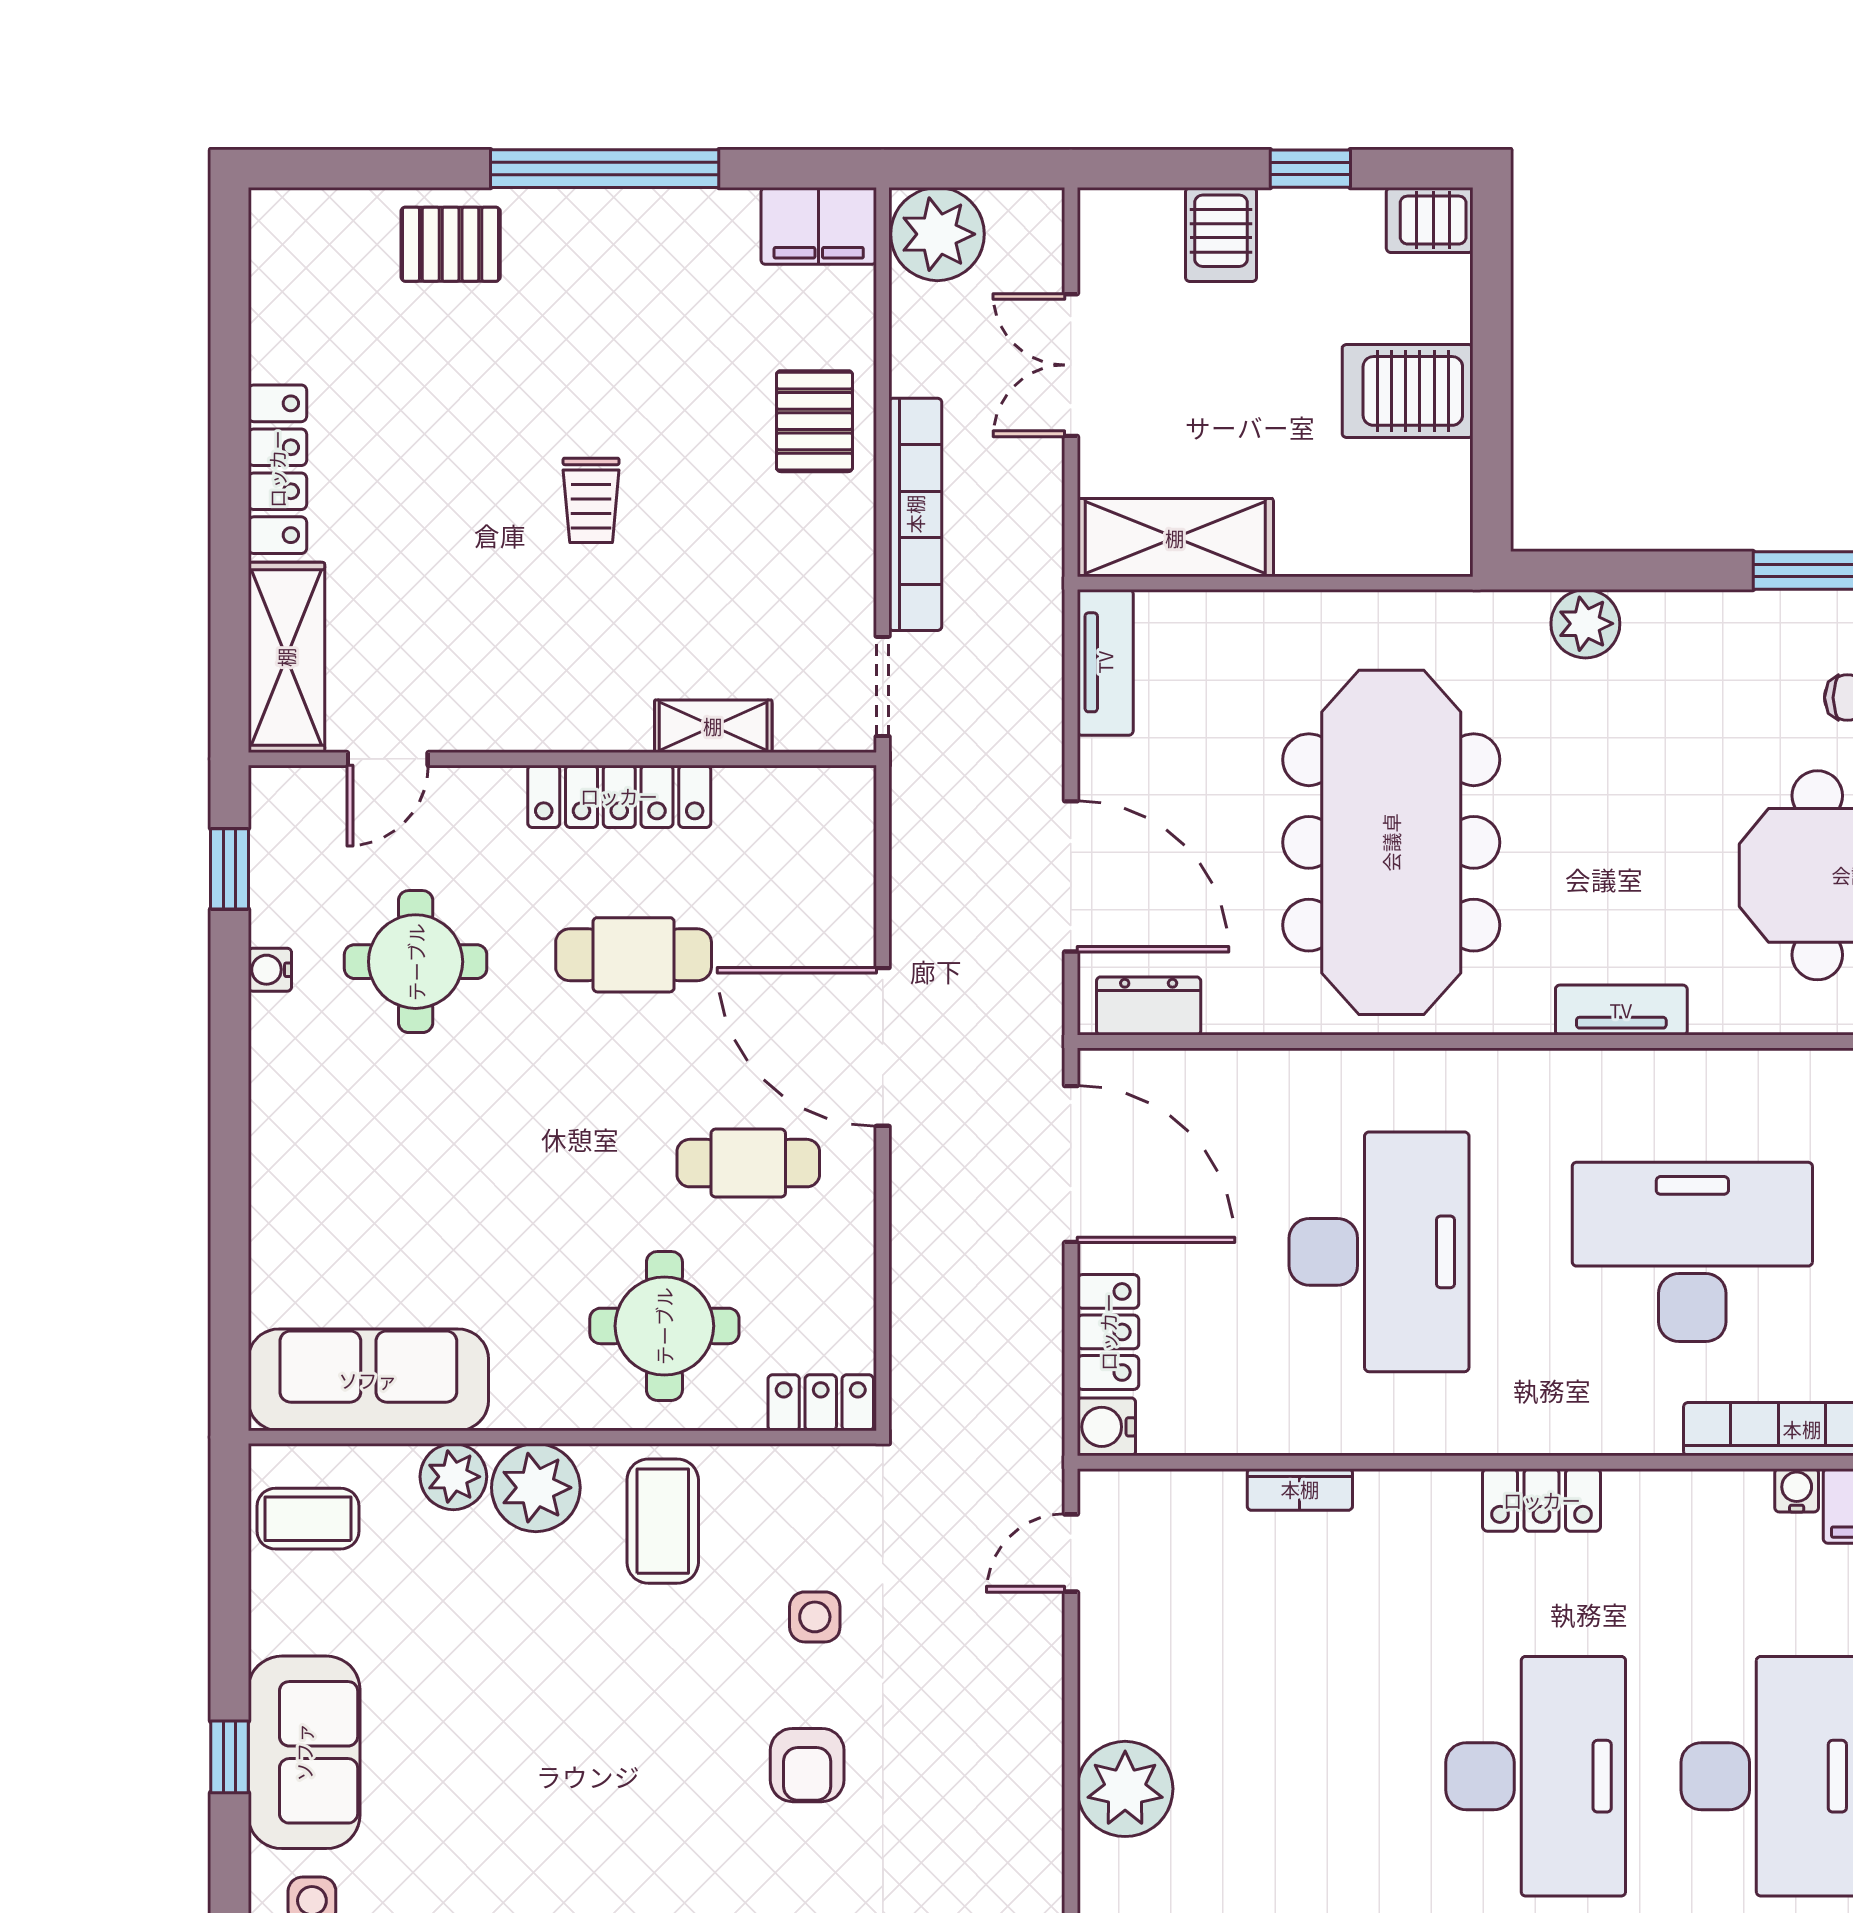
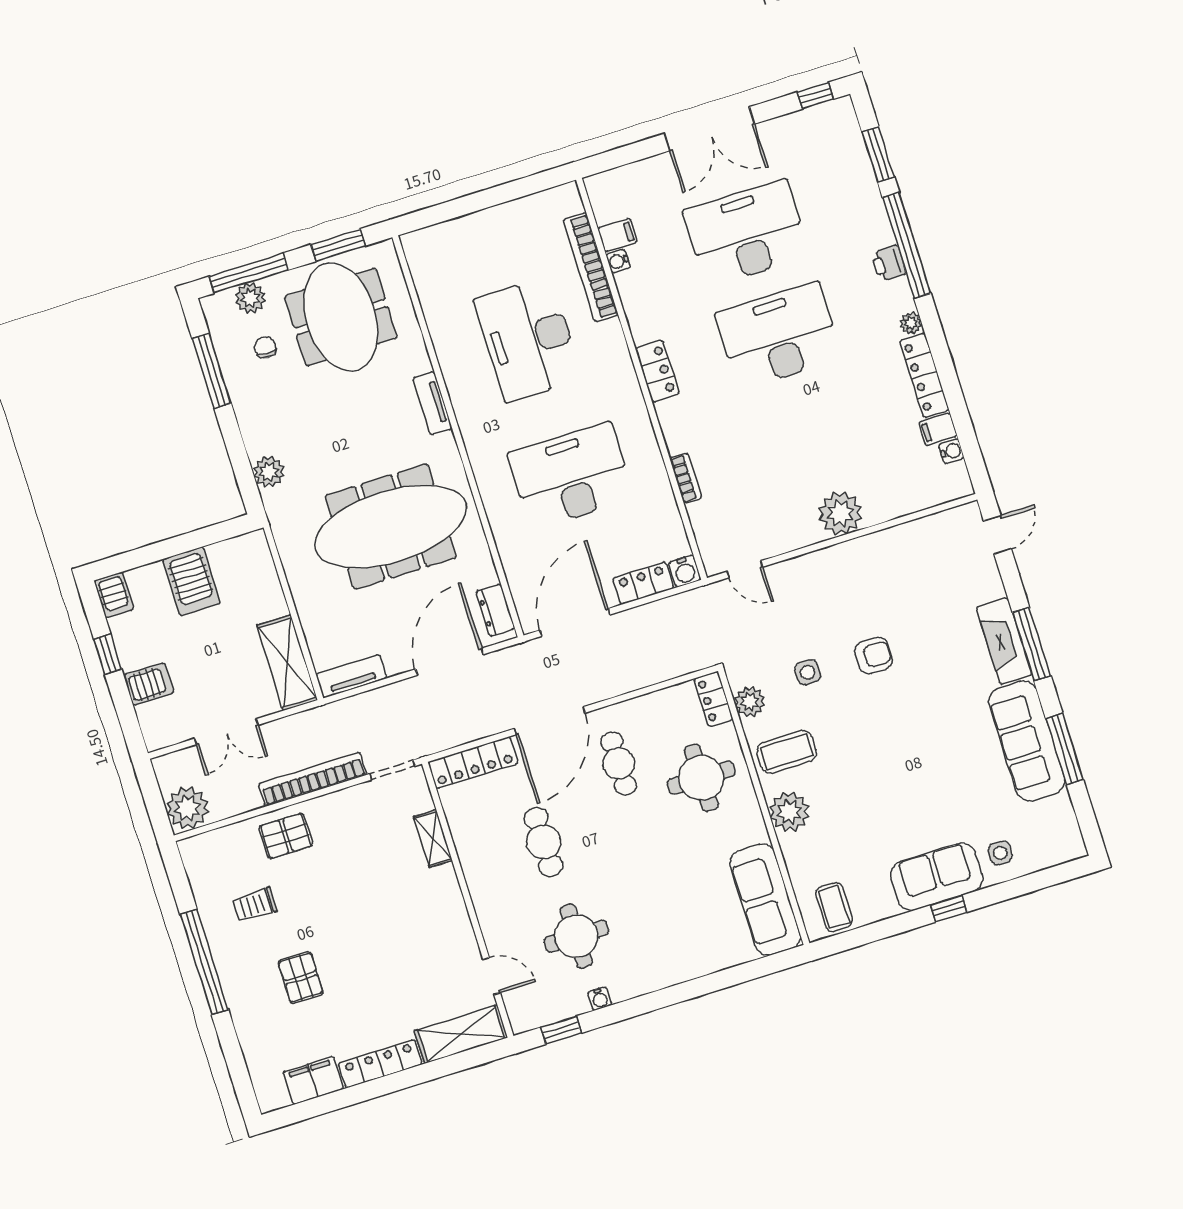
filing cabinet: (819, 226) -> (313, 1080), moved, turned -90
pallet: (451, 244) -> (301, 978), moved
trolley: (591, 500) -> (255, 905), moved, turned 180
locker: (619, 796) -> (473, 763), moved, turned 90
plant: (453, 1477) -> (750, 702), moved

